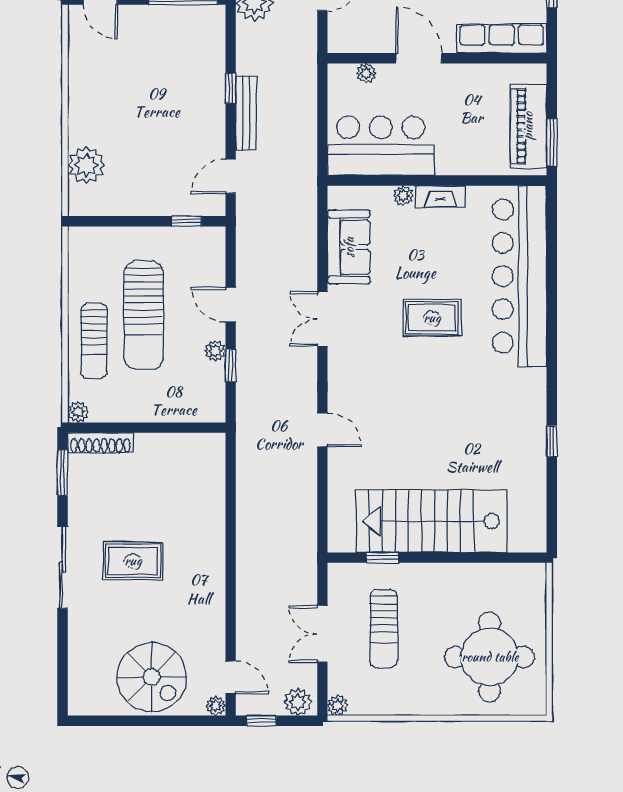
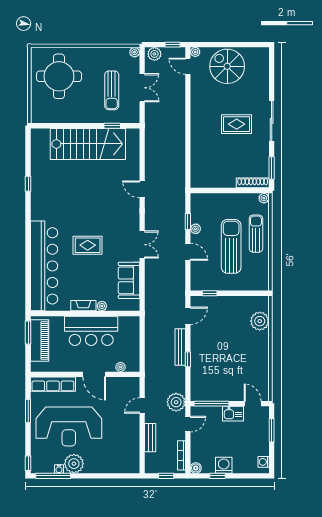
bar counter: (381, 146) -> (91, 331), moved
sun lounger: (384, 629) -> (112, 90), turned 180

